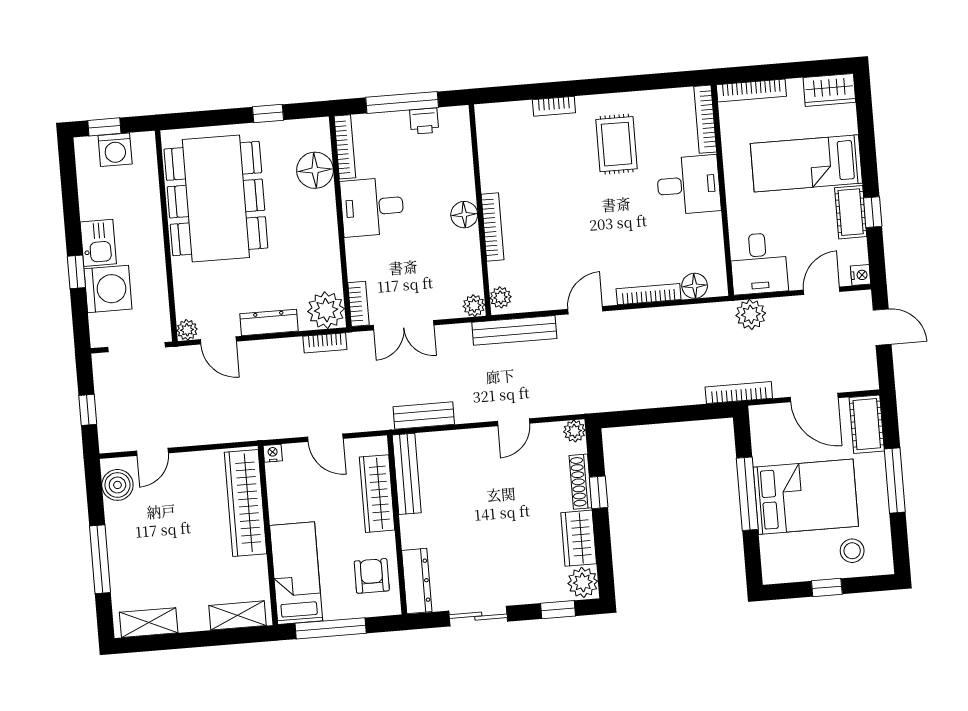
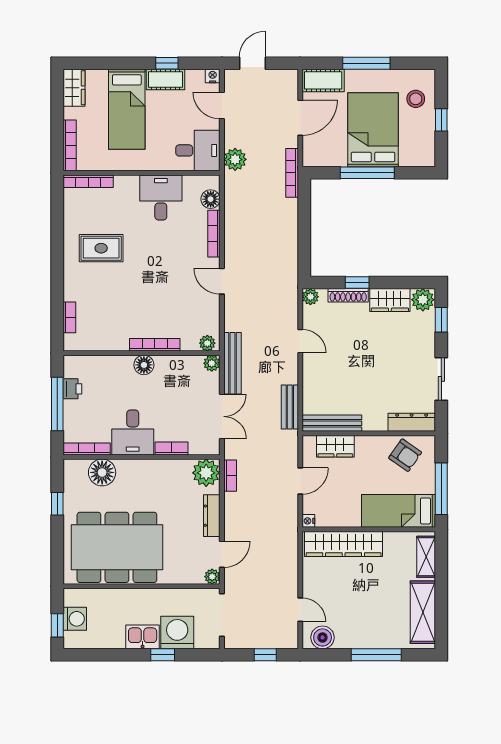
bookcase: (554, 106) -> (69, 317), moved
desk: (689, 185) -> (161, 197), moved
bookcase: (358, 304) -> (172, 448), moved
bench: (514, 330) -> (232, 363), moved
wardrobe: (377, 494) -> (335, 446), width x0.67
armchair: (372, 576) -> (405, 455), turned -145
shelving: (149, 623) -> (423, 612), width x1.50, depth x1.33

